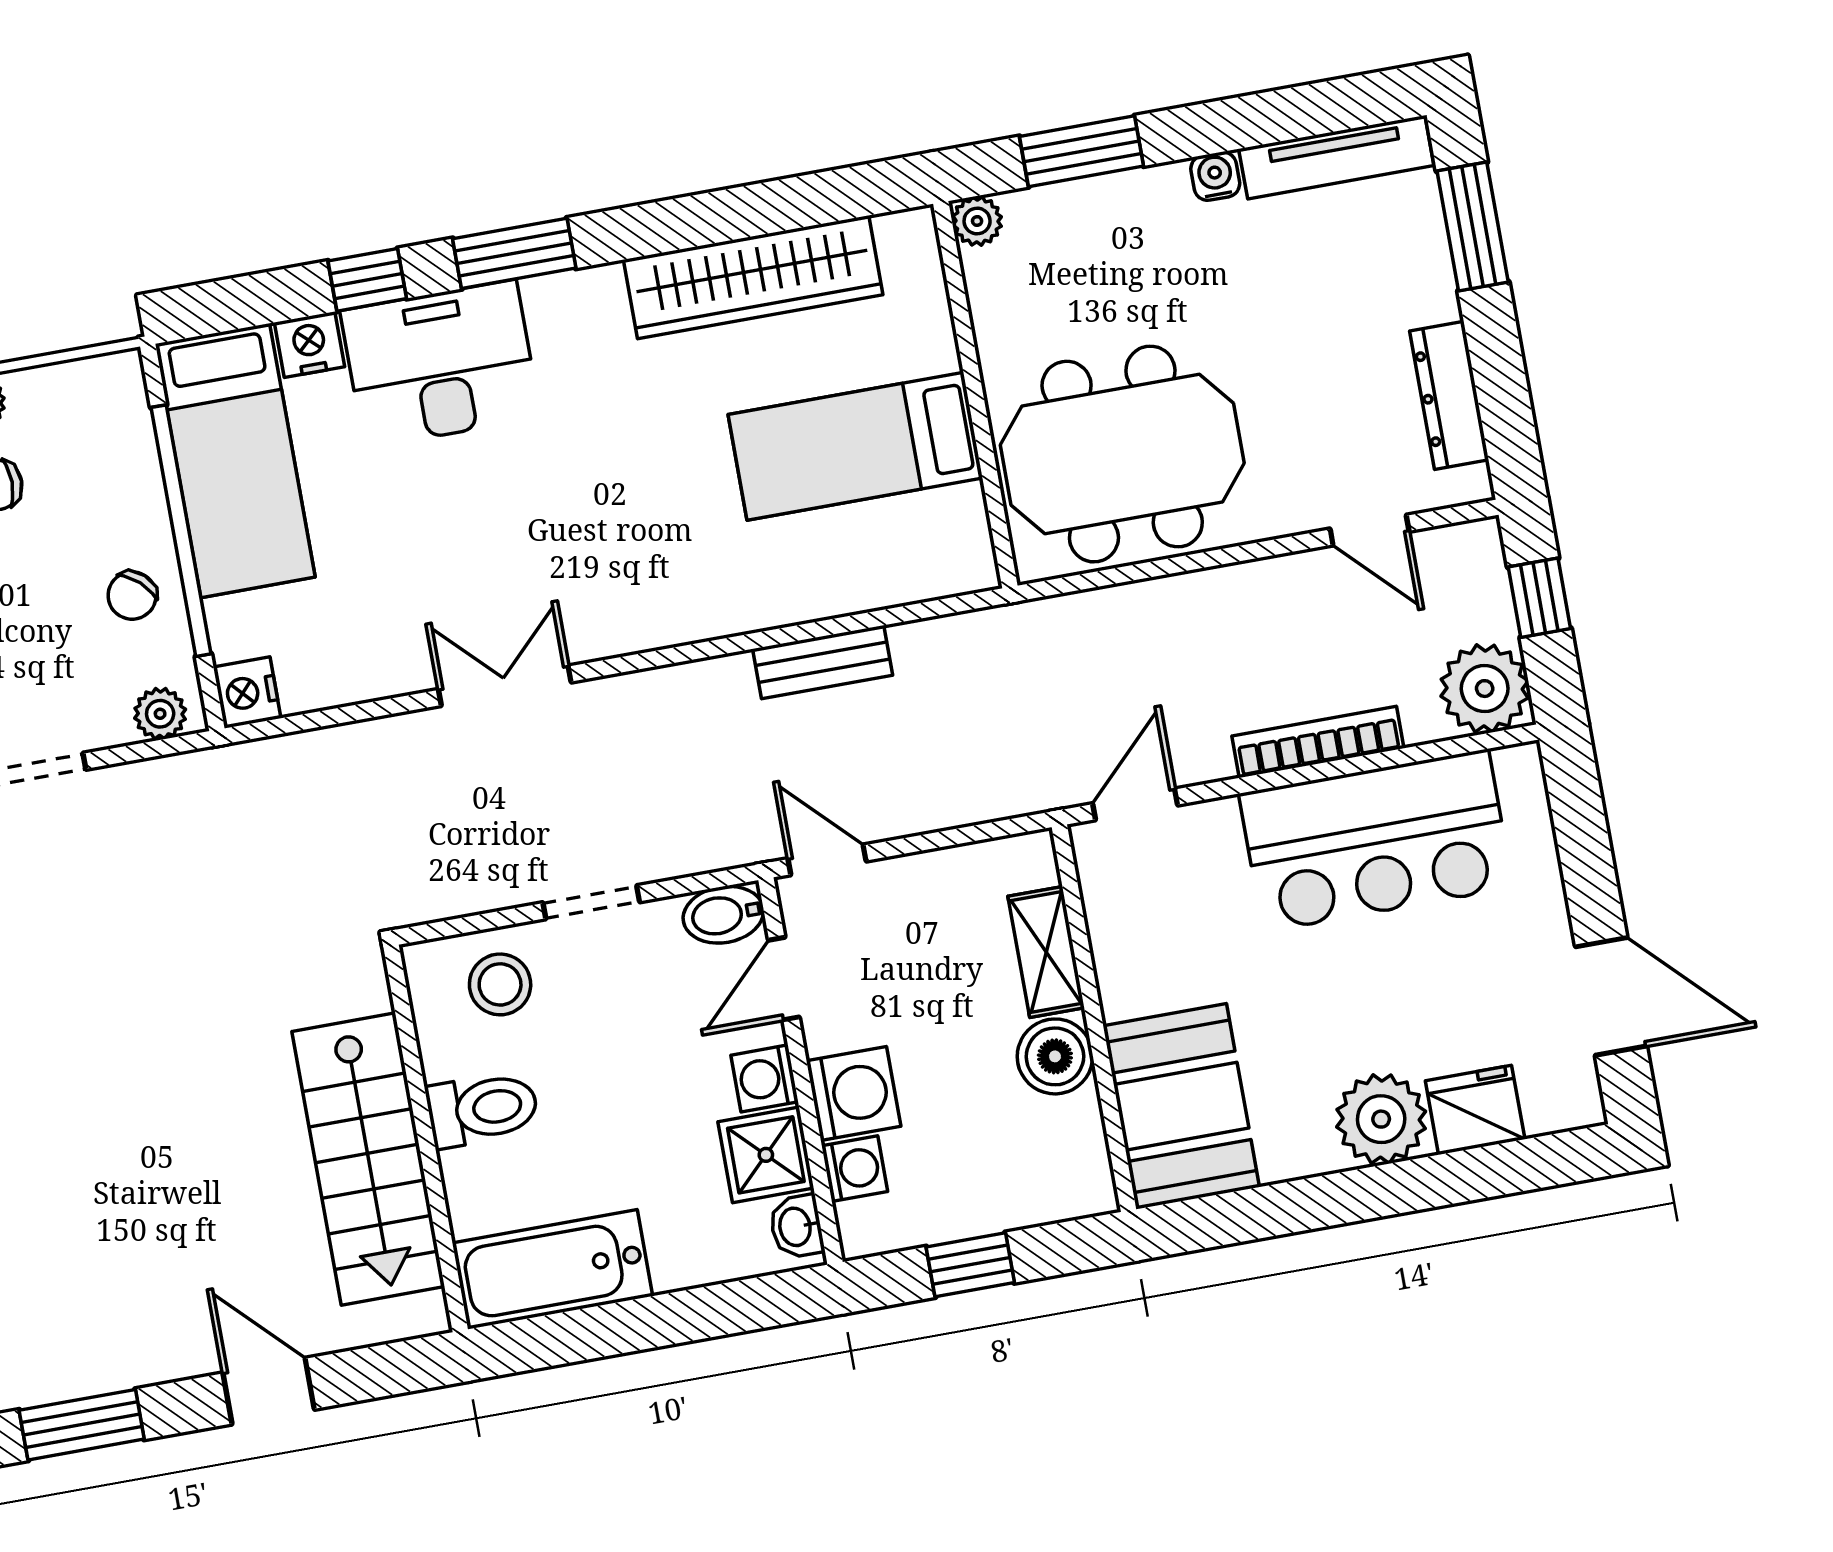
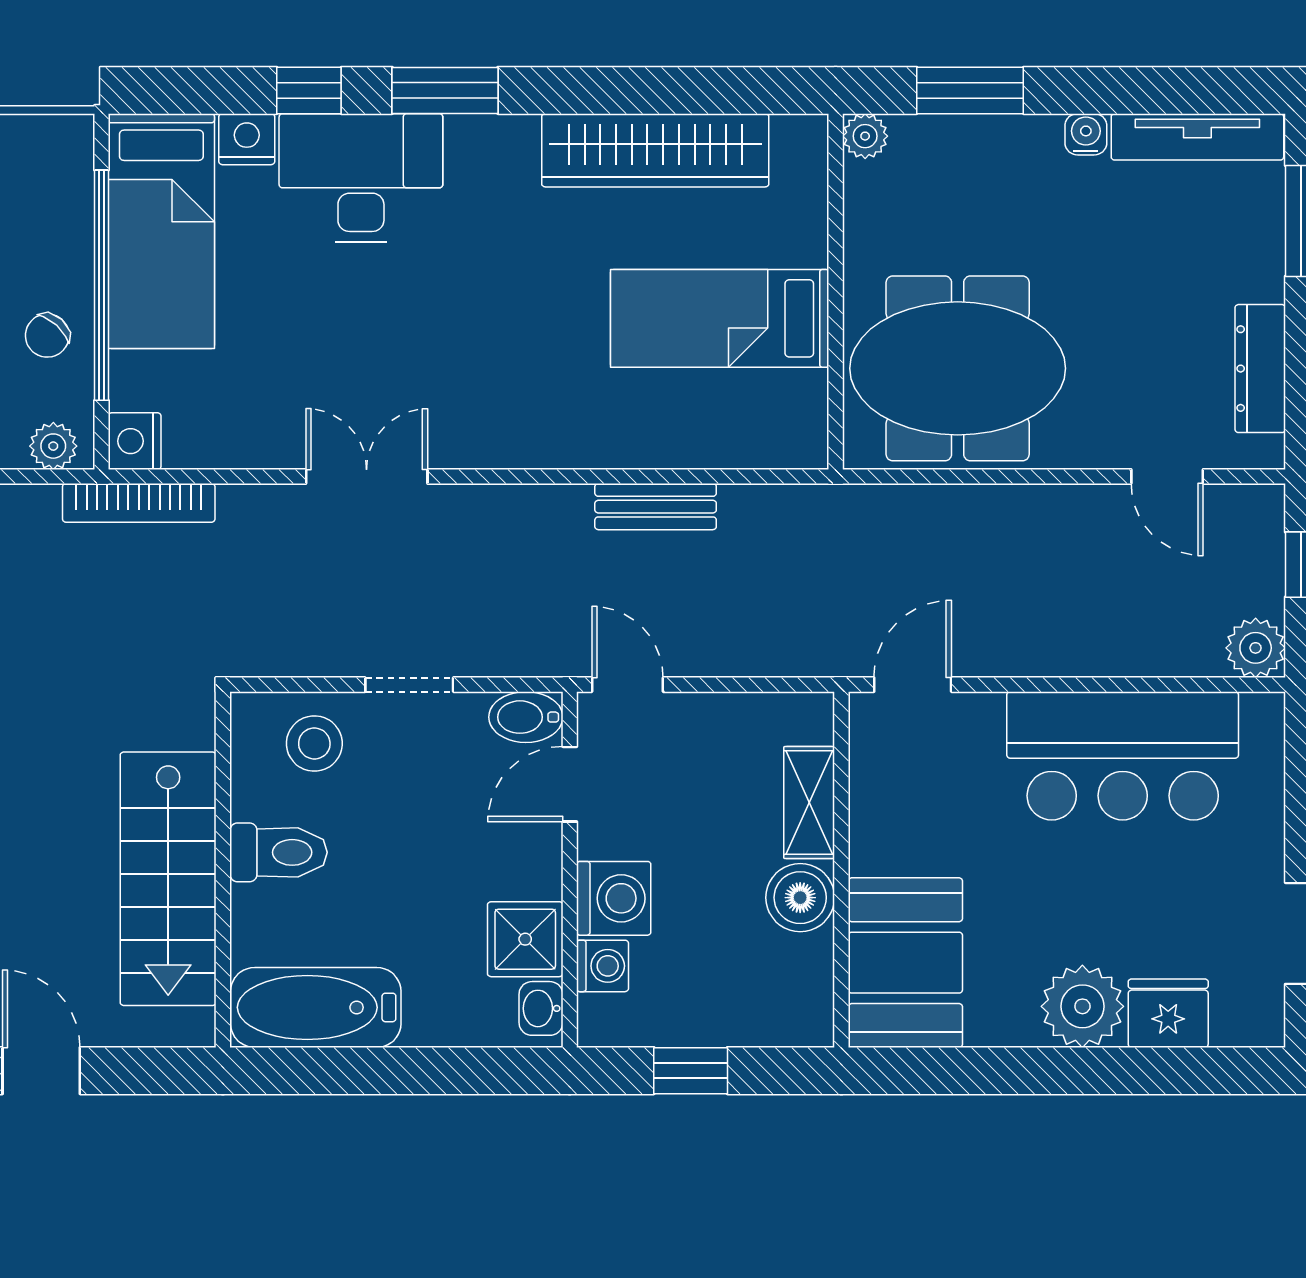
plant: (1485, 689) -> (1256, 648), width x0.73, depth x0.73
bookcase: (1318, 742) -> (139, 503), moved, turned 180
washing machine: (765, 1078) -> (536, 870), removed

